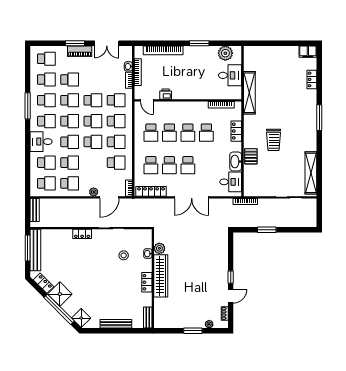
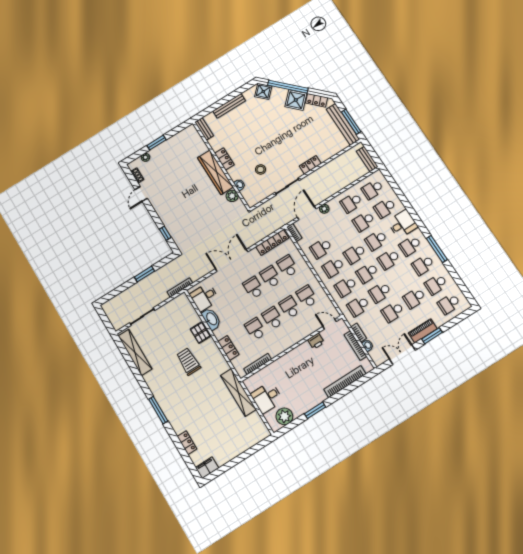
school desk: (70, 100) -> (393, 312), moved
window: (231, 277) -> (165, 233), moved

